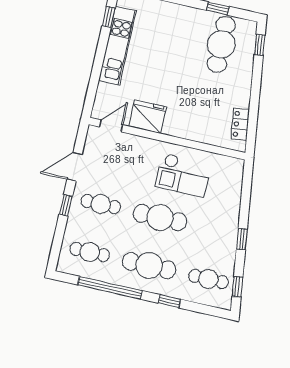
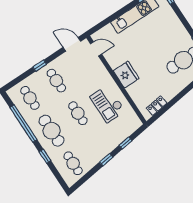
fridge: (148, 117) -> (126, 75), moved
door: (75, 167) -> (72, 44), moved
cafe table: (160, 218) -> (78, 113), width x0.73, depth x0.74
window: (237, 287) -> (125, 143), moved

